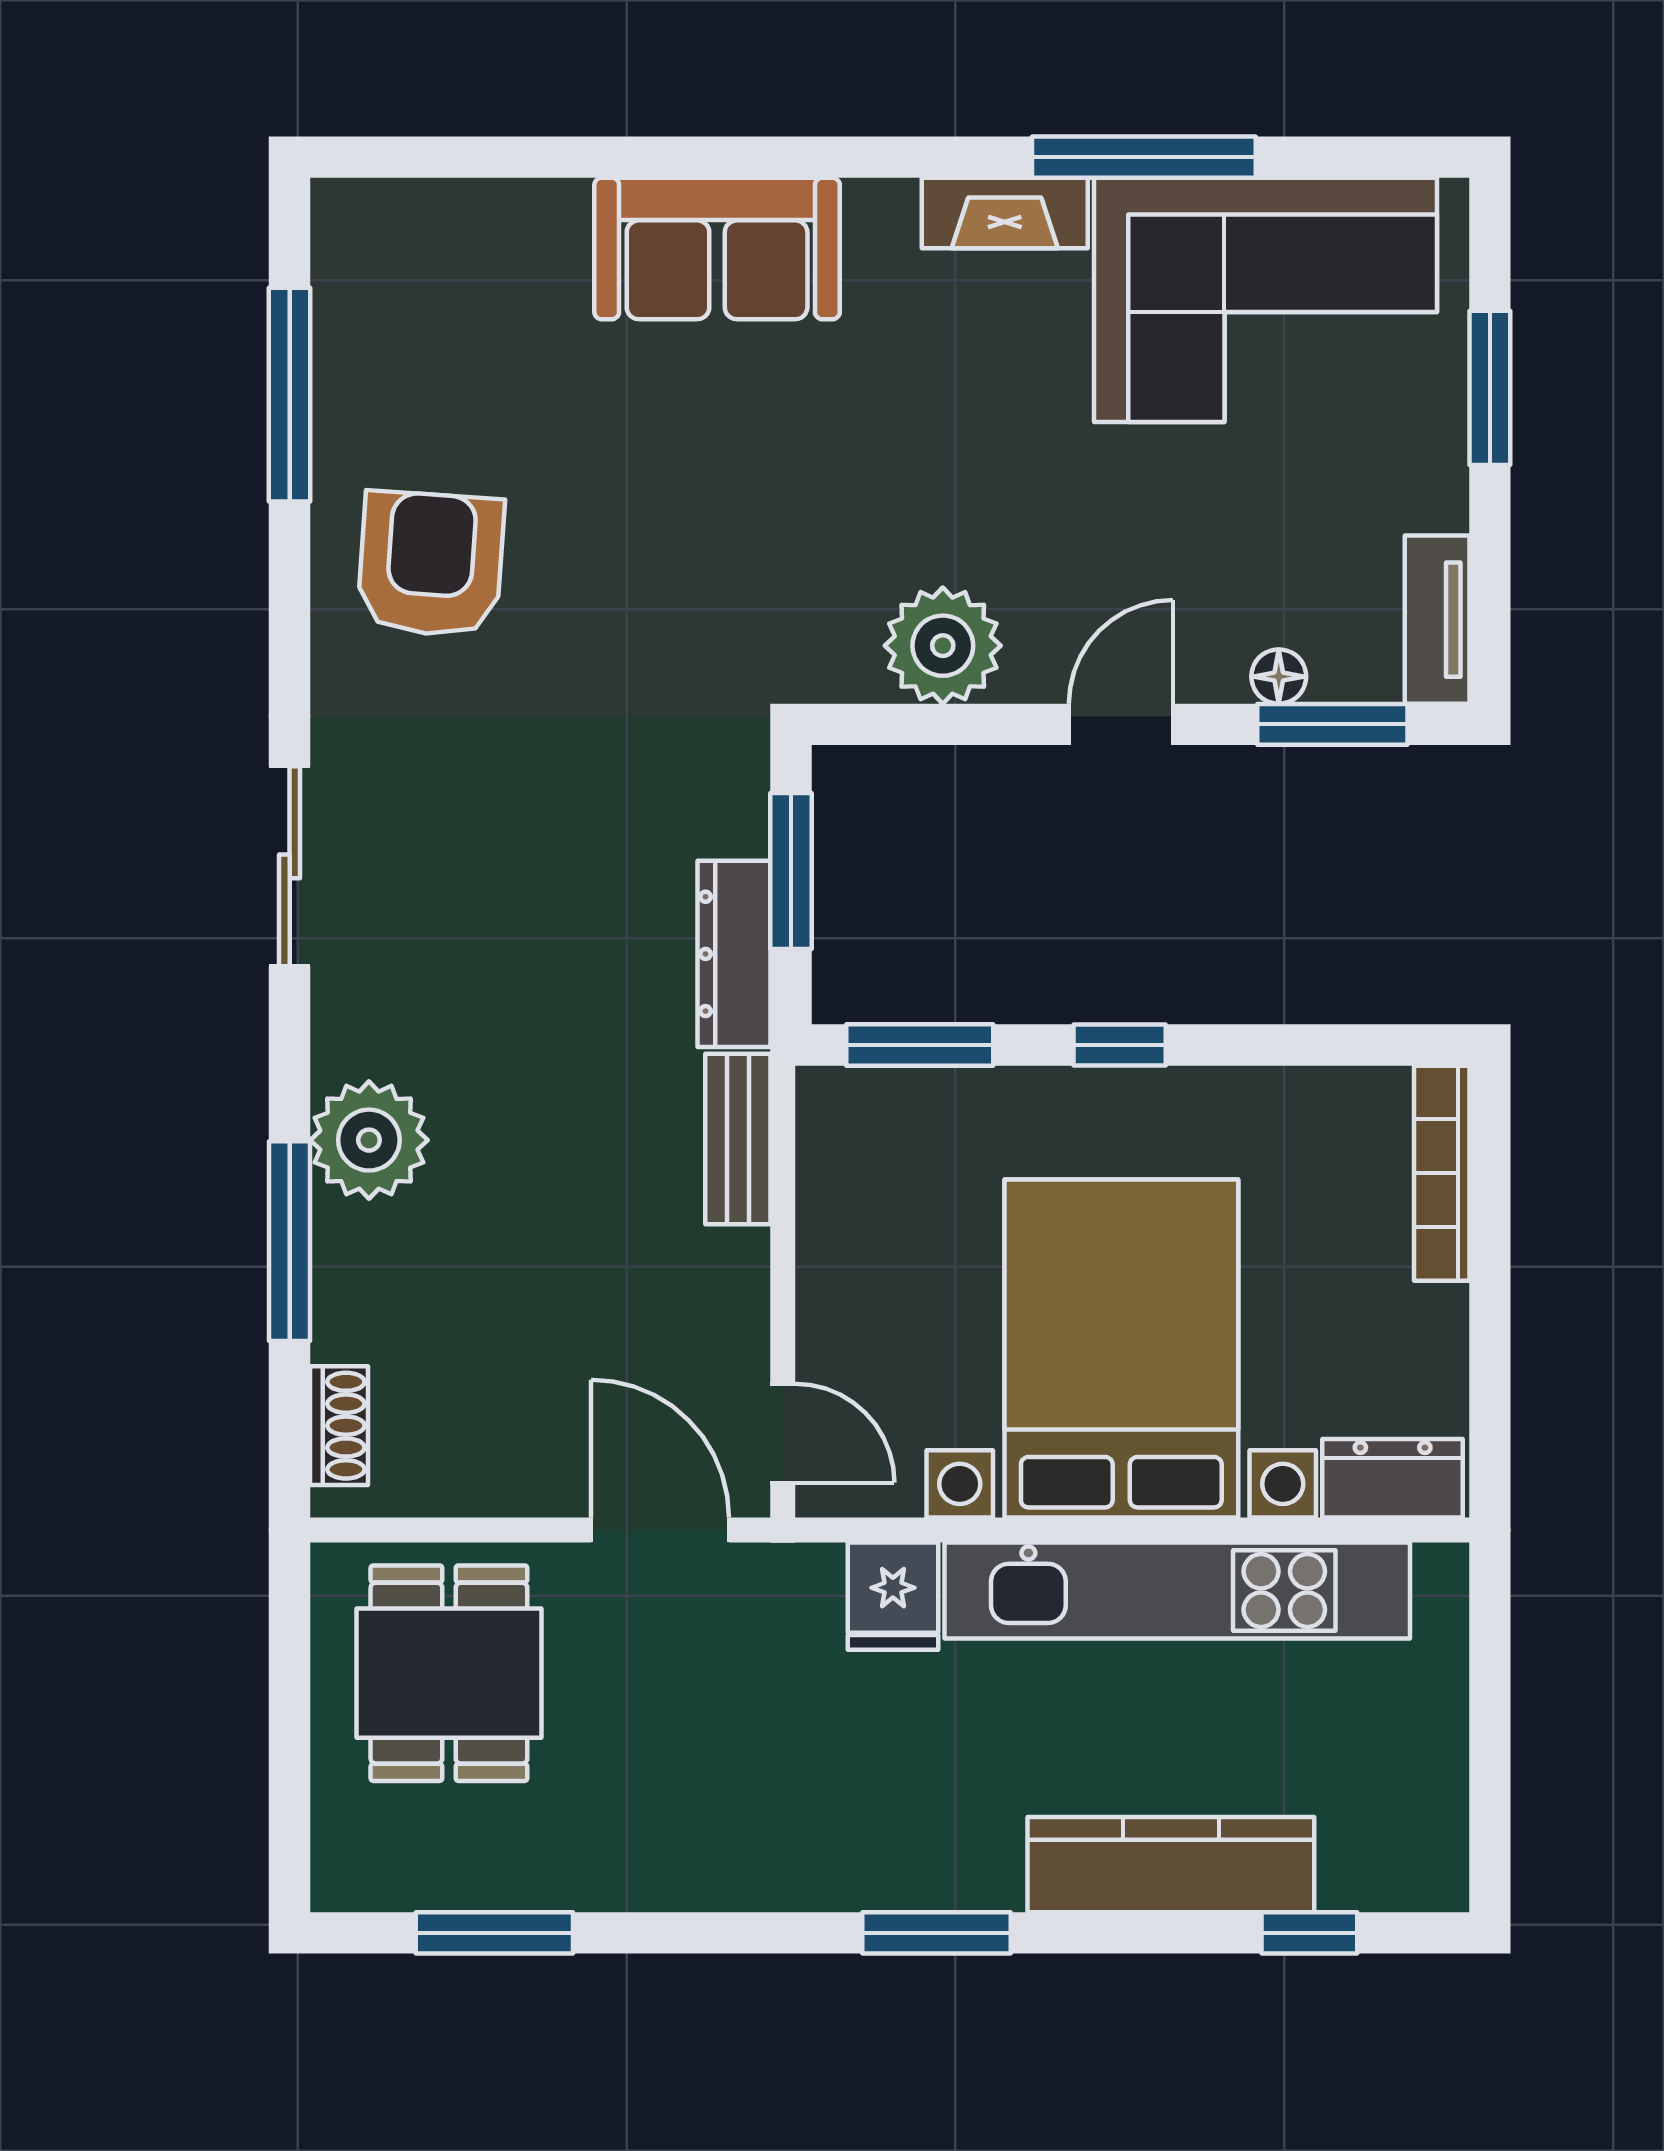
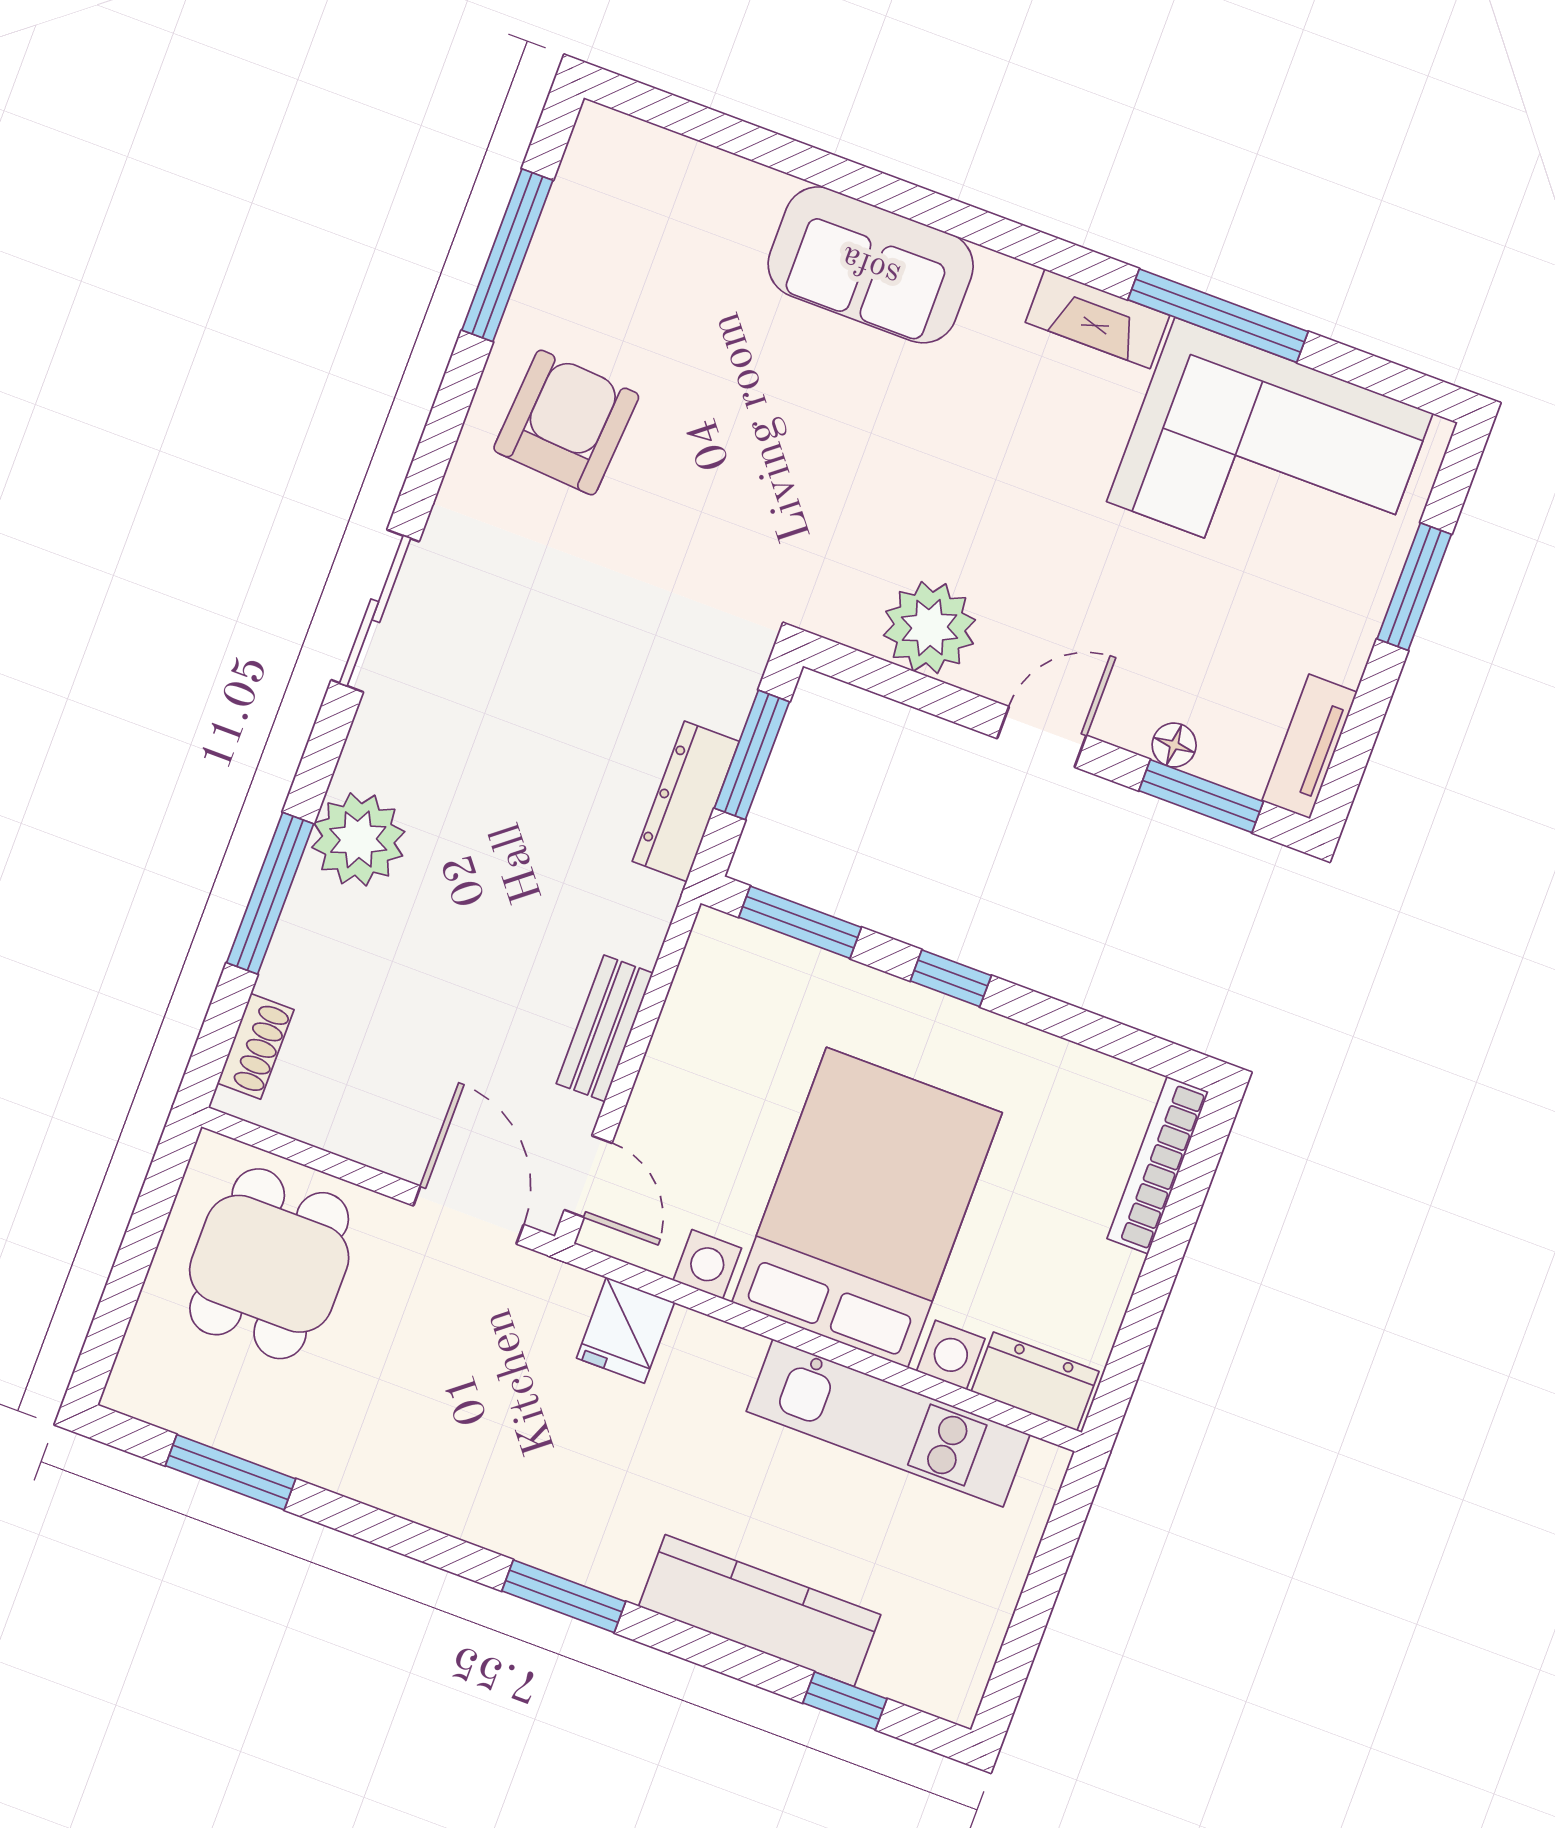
bench: (738, 1139) -> (605, 1028), moved
kitchen unit: (1177, 1590) -> (888, 1423), width x0.73

